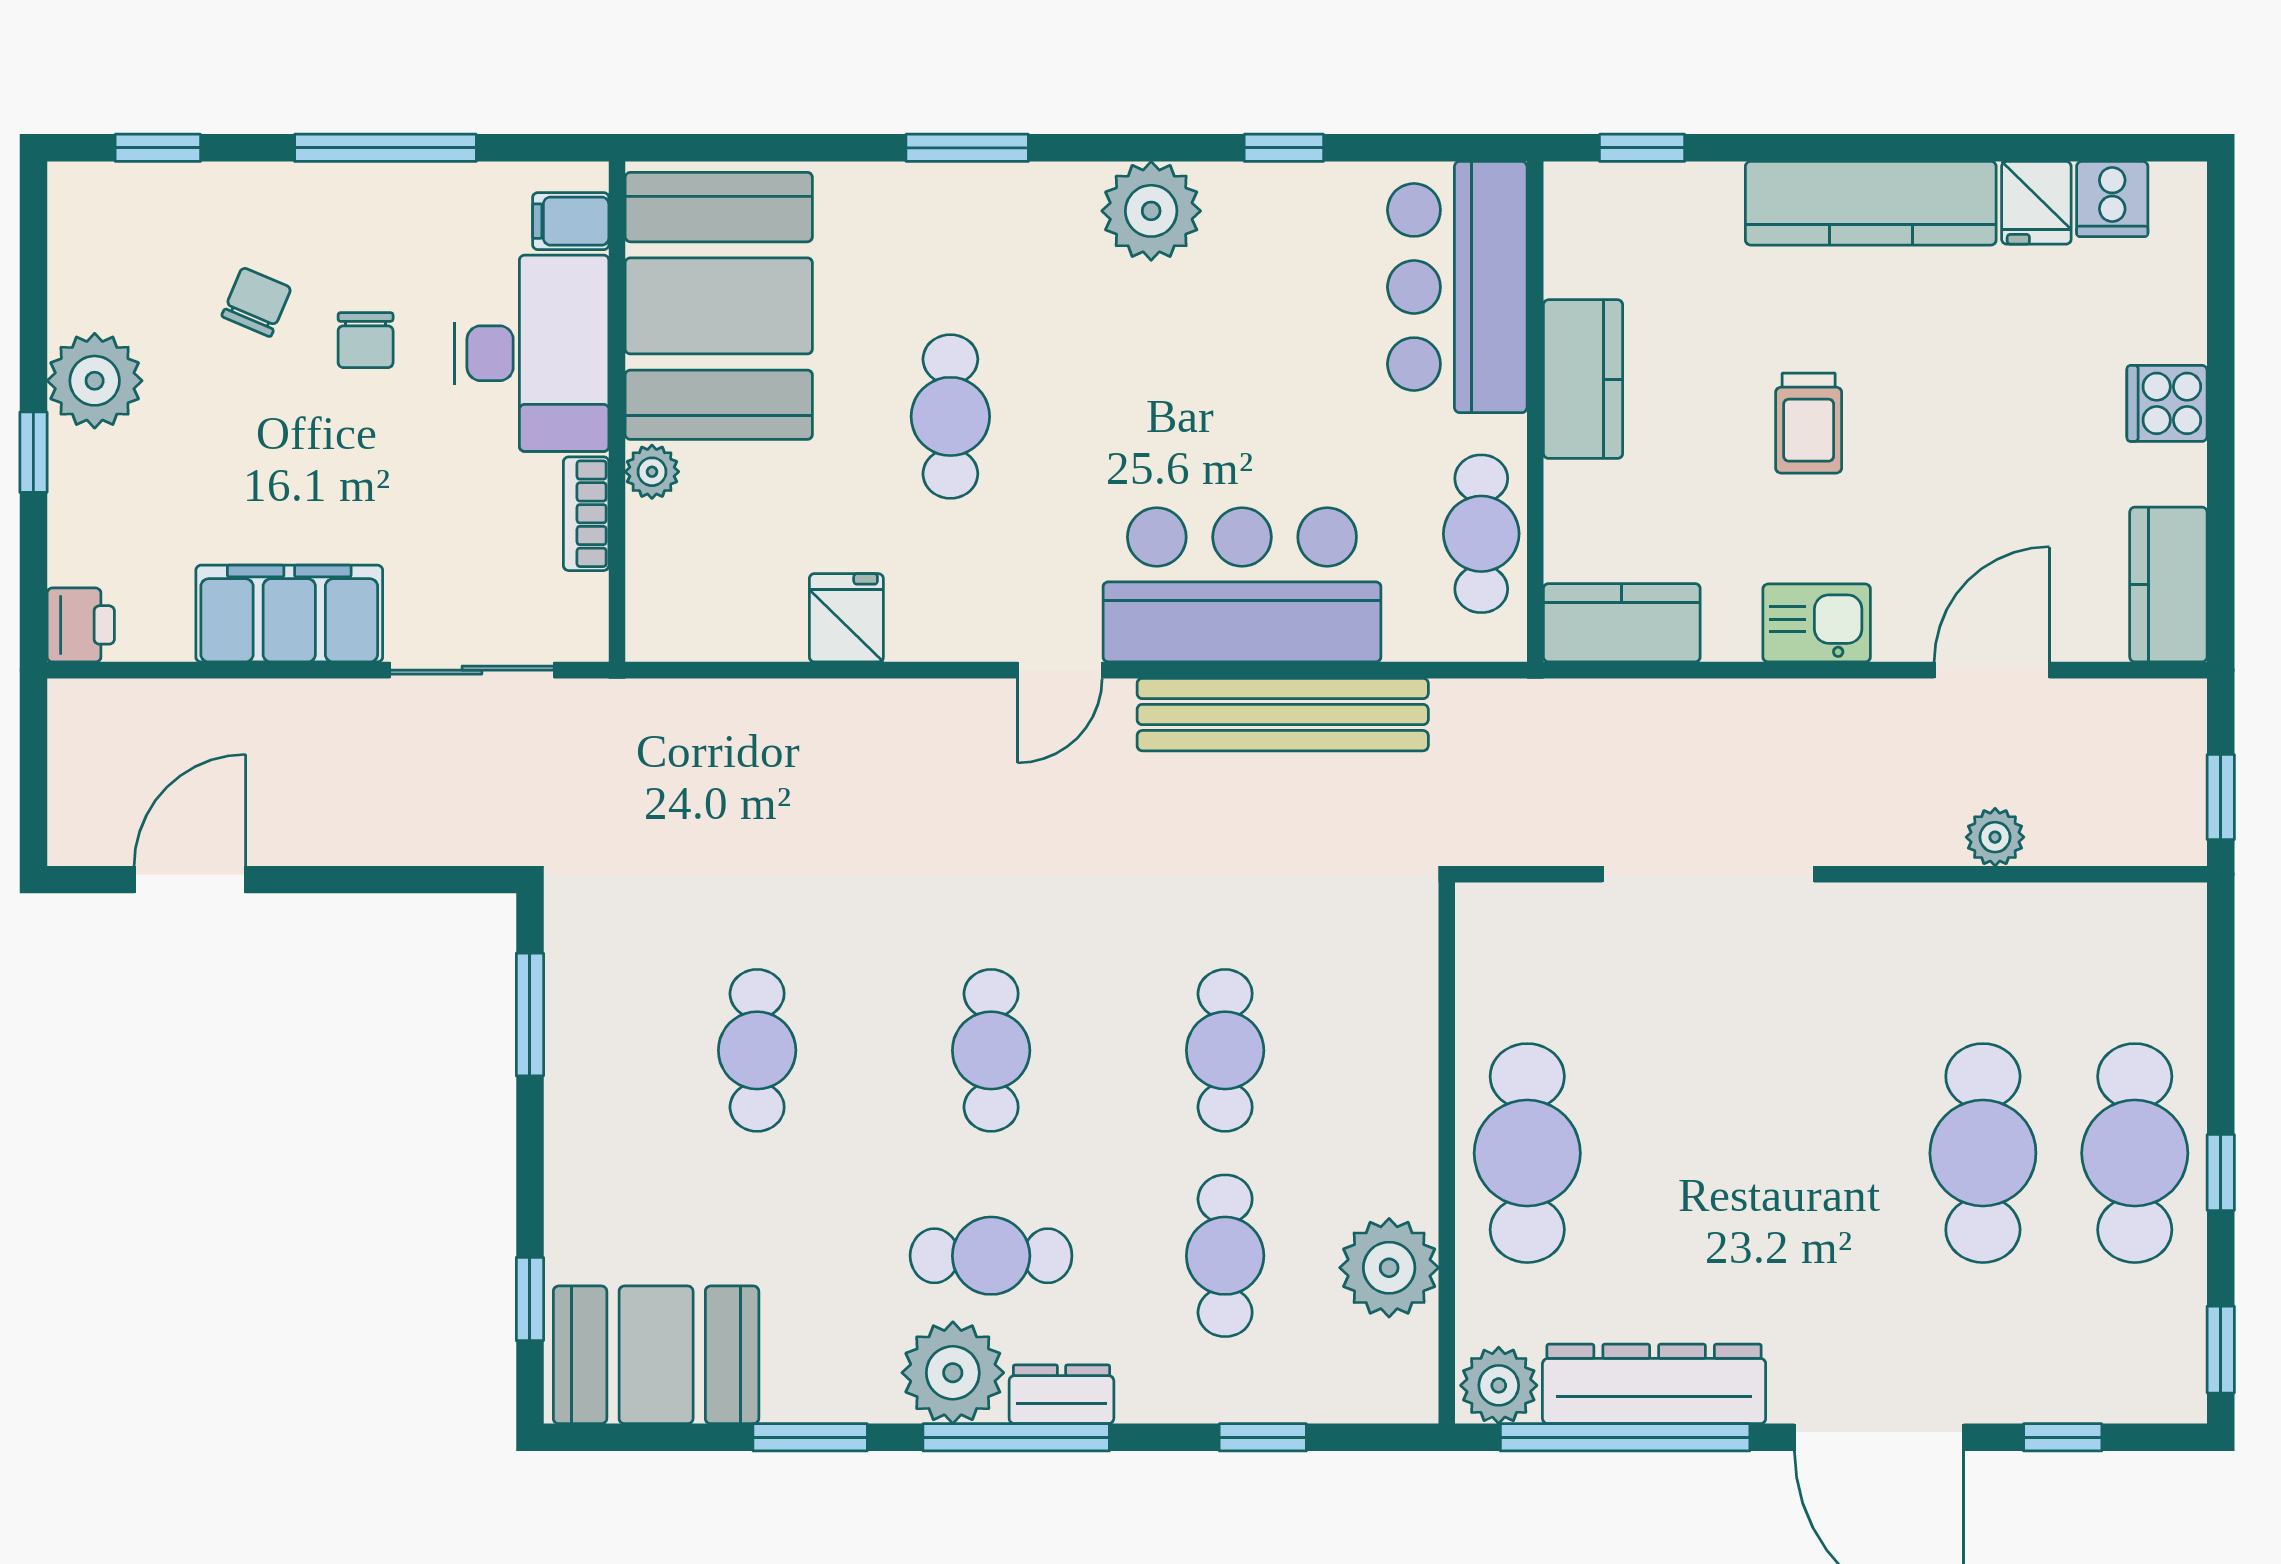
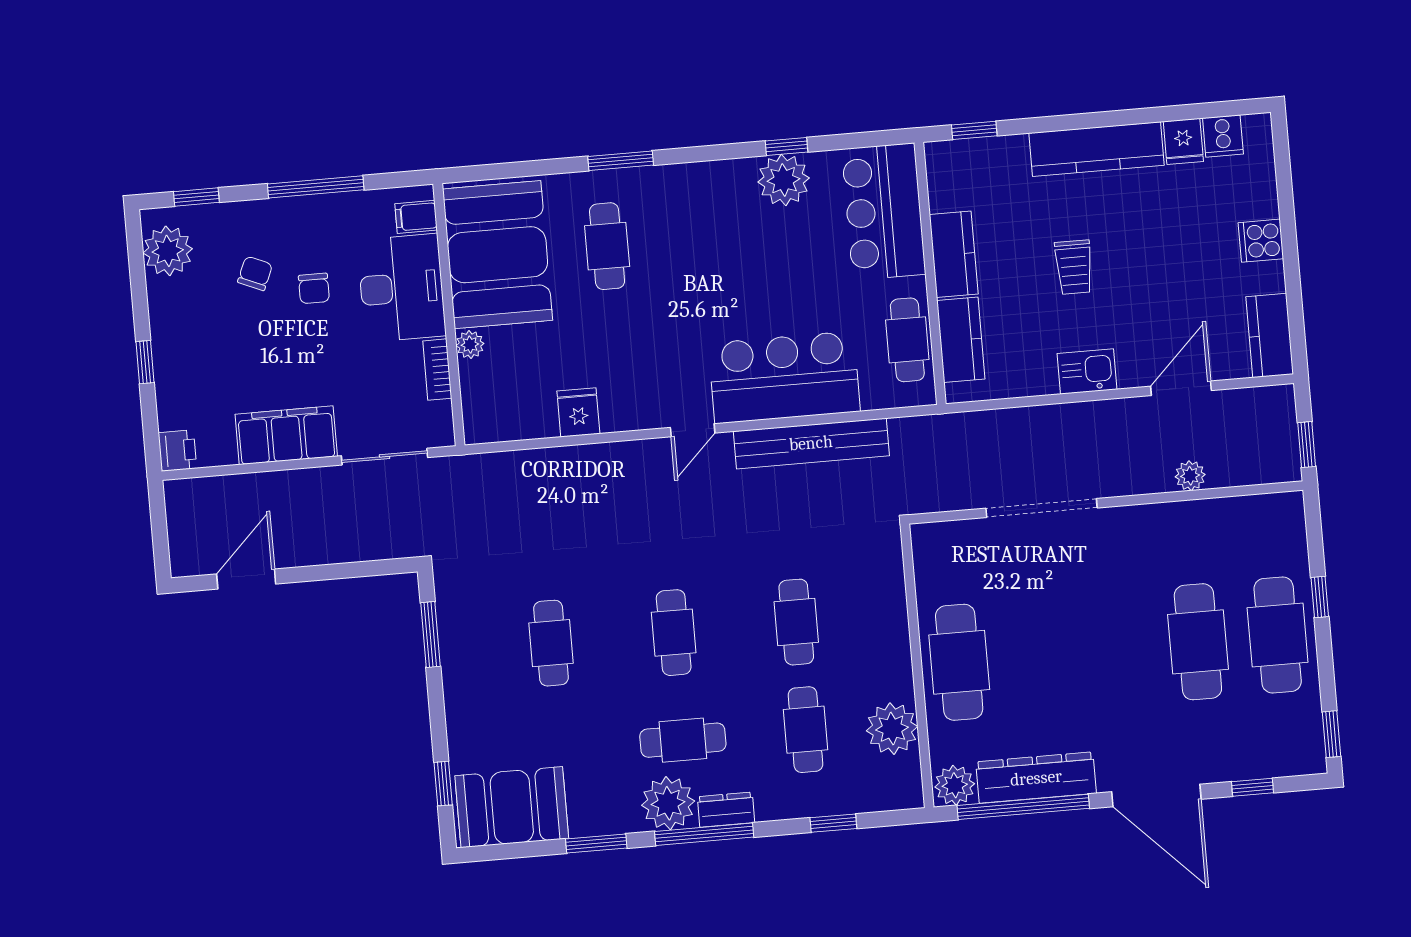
plant: (1151, 211) -> (784, 180), moved
plant: (95, 381) -> (168, 251), moved
cafe table: (950, 416) -> (607, 246), moved
kitchen counter: (1622, 623) -> (961, 340), moved, turned 90
window: (2221, 1172) -> (1320, 597), moved

